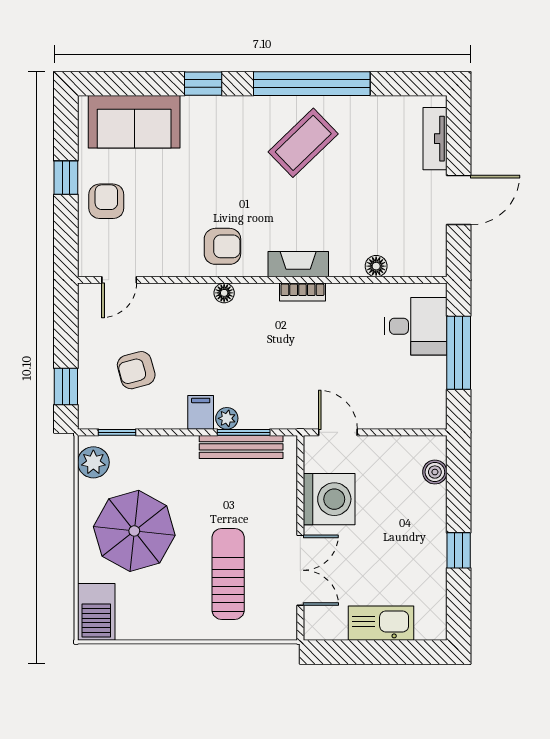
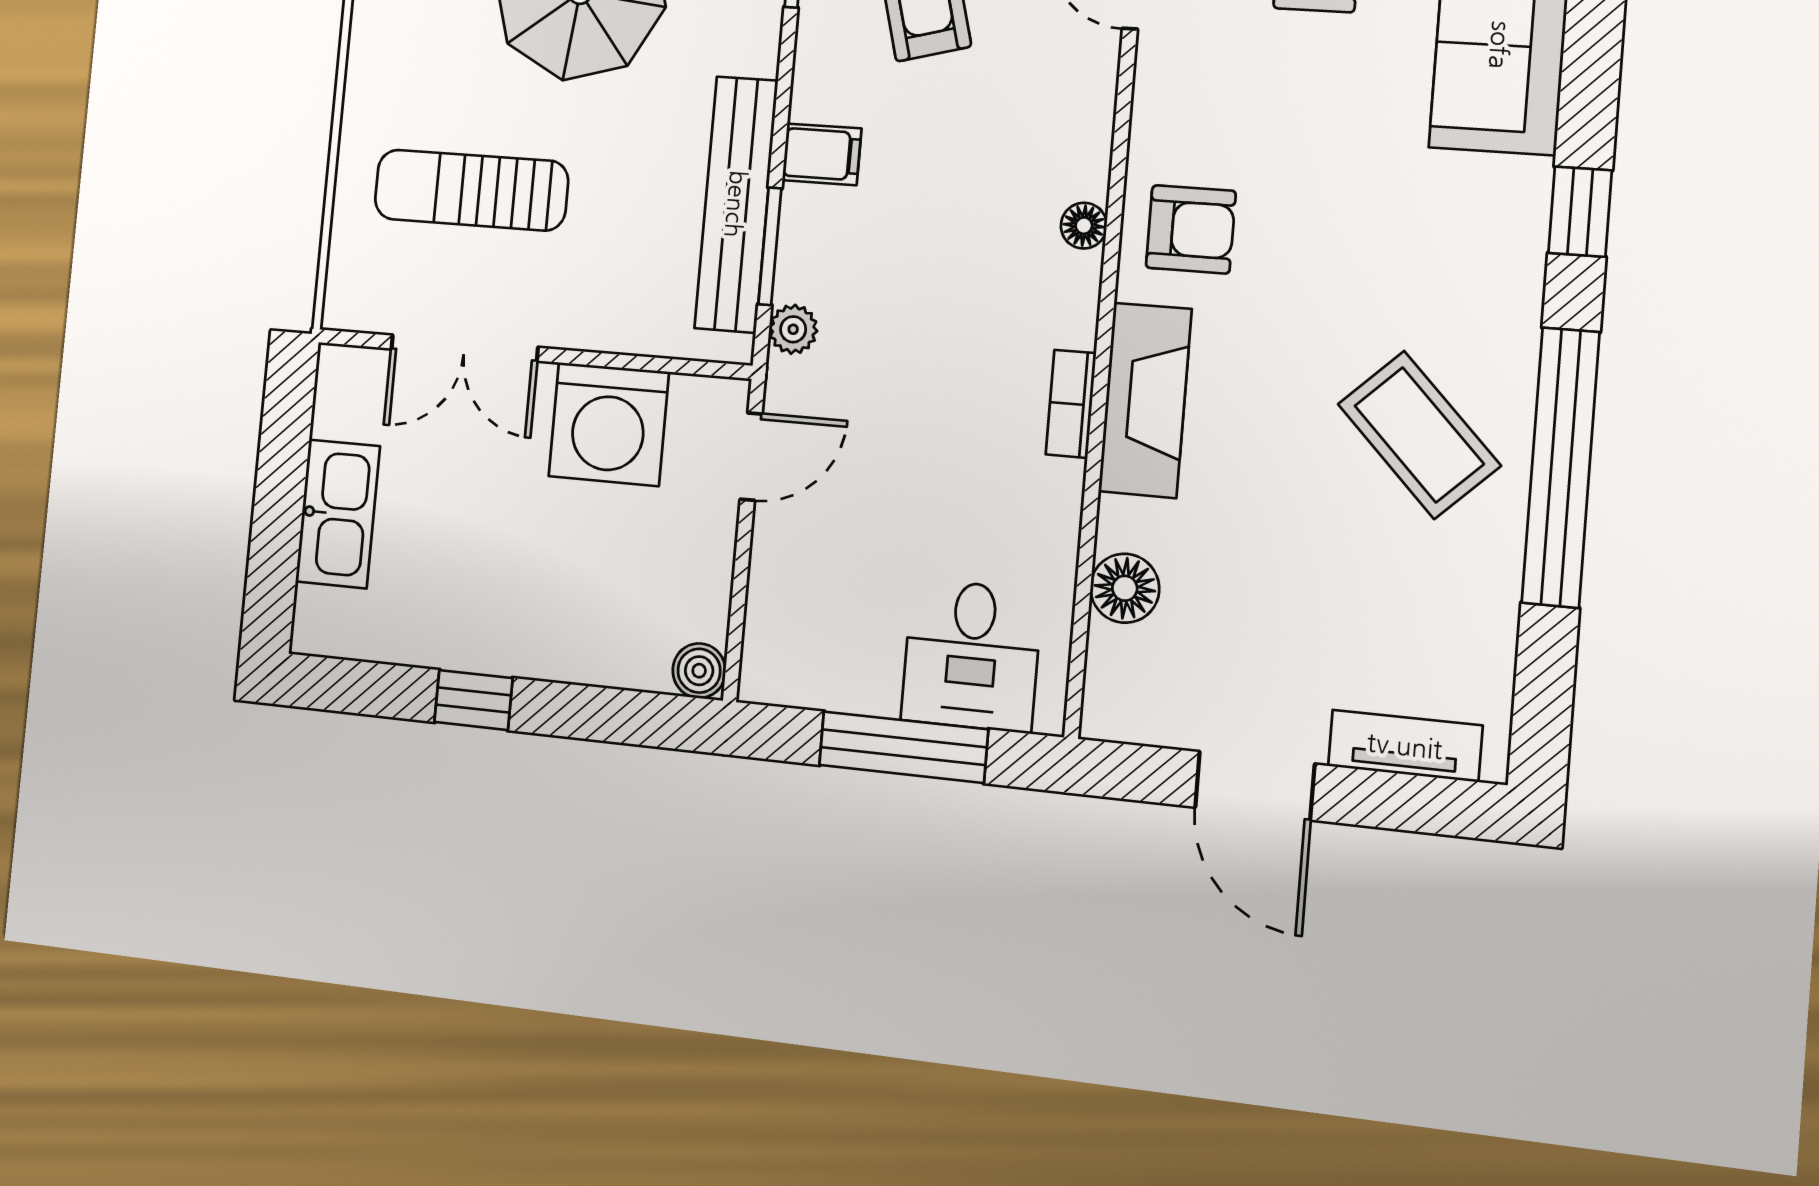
armchair: (222, 246) -> (1191, 229), turned -90
fireplace: (298, 264) -> (1145, 400), width x1.37, depth x1.32
floor lamp: (376, 266) -> (1125, 588), width x1.37, depth x1.37
plant: (227, 418) -> (793, 329), moved
bench: (241, 447) -> (736, 204), width x1.37, depth x1.21
boiler: (435, 472) -> (699, 671), moved
sun lounger: (228, 574) -> (471, 190), turned 180

